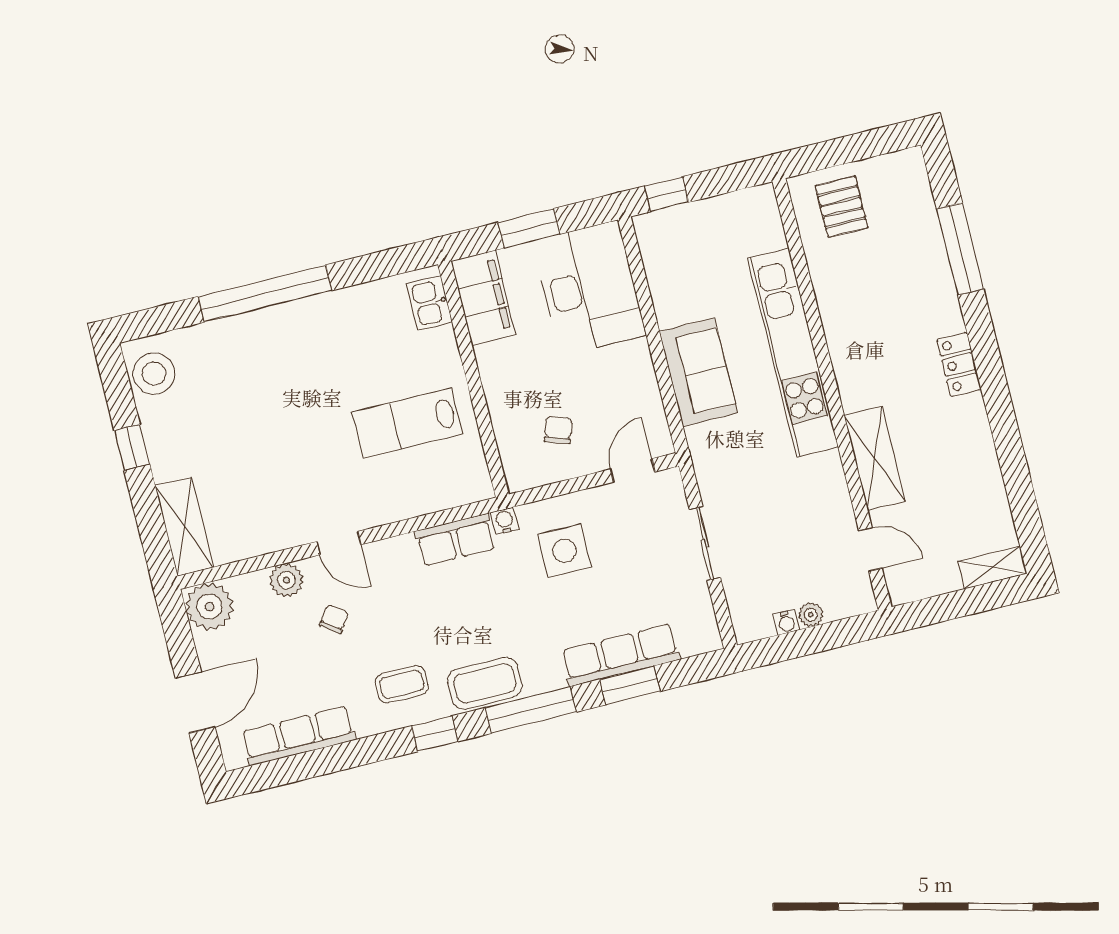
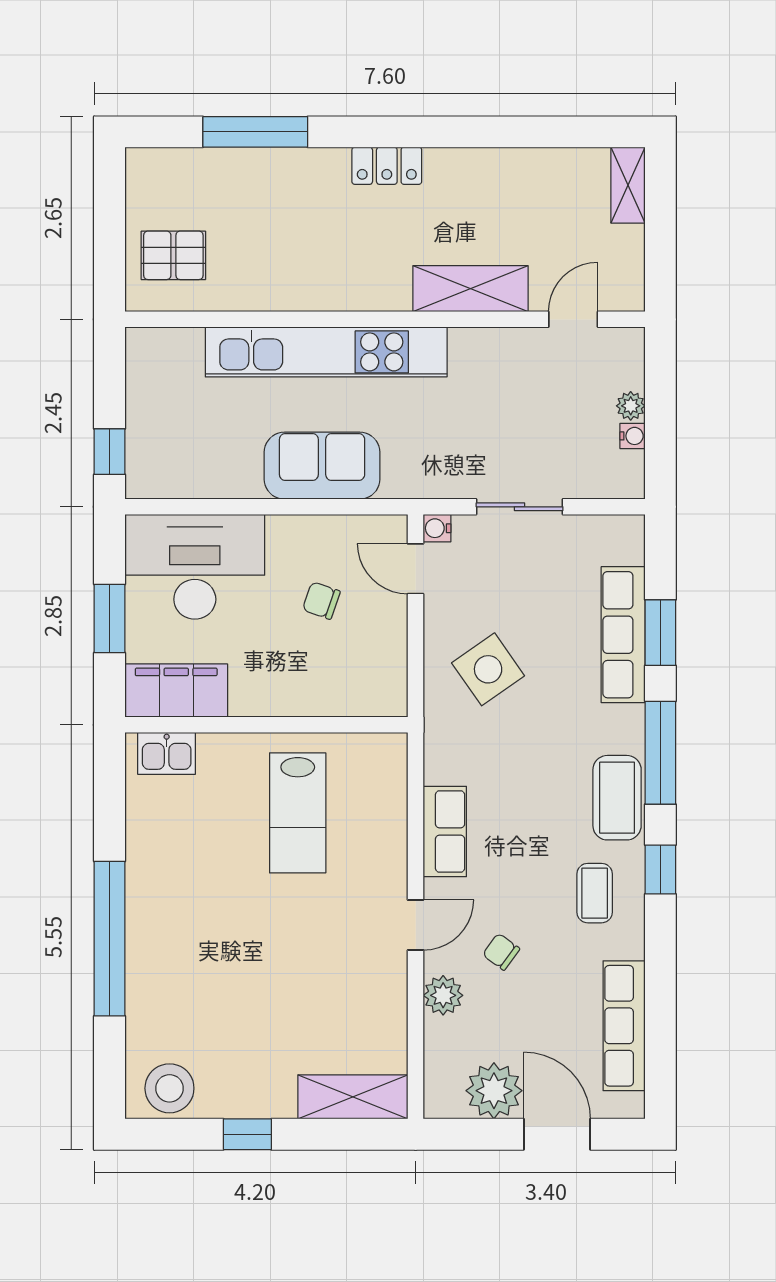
chair: (558, 430) -> (321, 601), moved
water cooler: (505, 521) -> (437, 528), moved
row of seats: (455, 540) -> (445, 831), moved
side table: (564, 551) -> (488, 669), turned -35
plant: (209, 606) -> (494, 1091), moved

